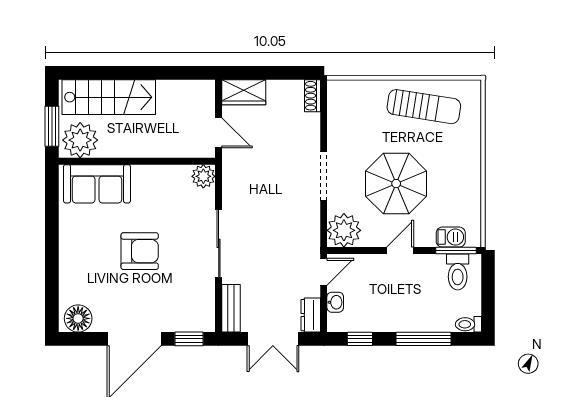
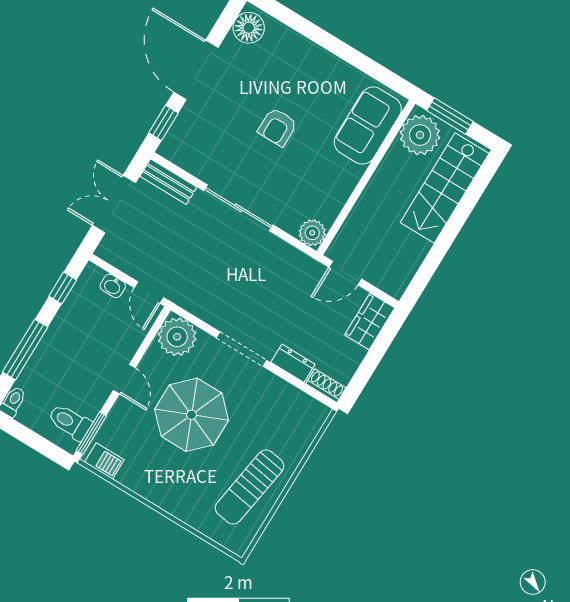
barbecue: (451, 237) -> (104, 461), moved, turned -90
armchair: (140, 251) -> (278, 127), width x0.72, depth x0.72
dresser: (311, 315) -> (293, 363), moved

